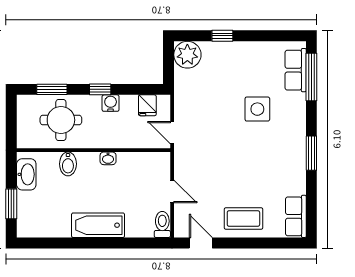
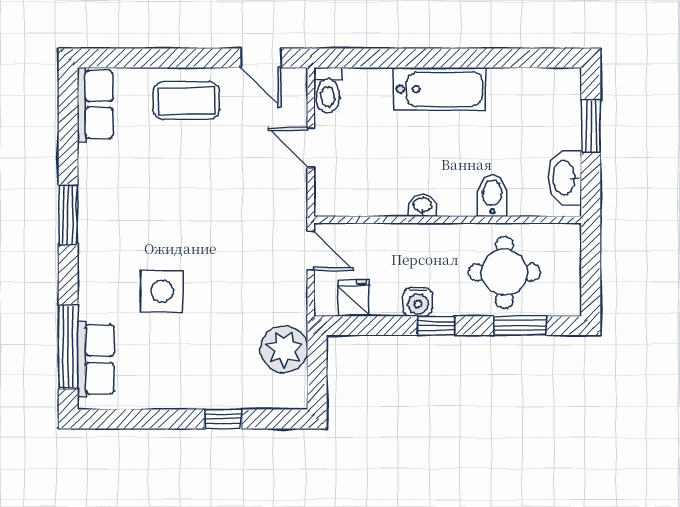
plant: (187, 55) -> (284, 349), moved

